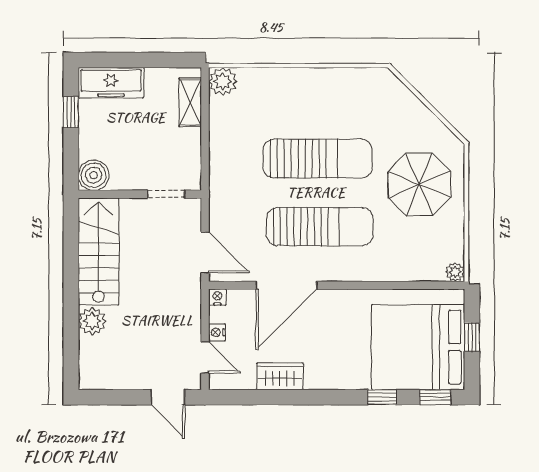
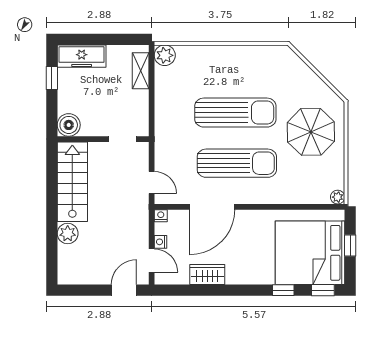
door: (205, 253) -> (152, 182), width x0.73
door: (168, 397) -> (124, 290), swing flipped

